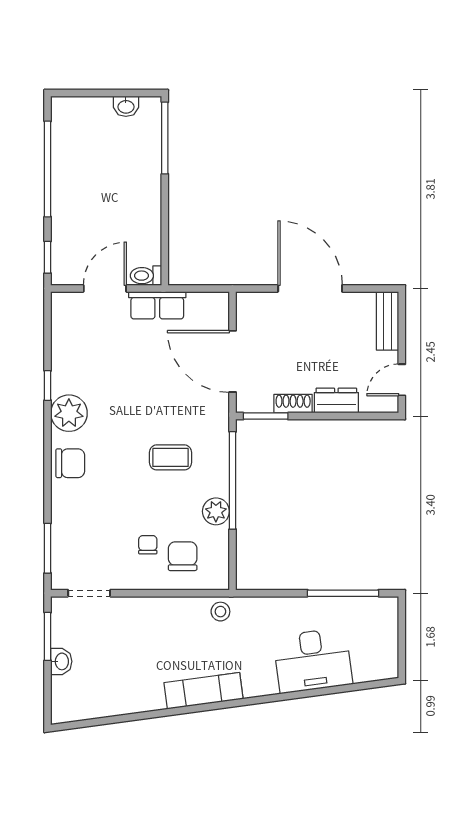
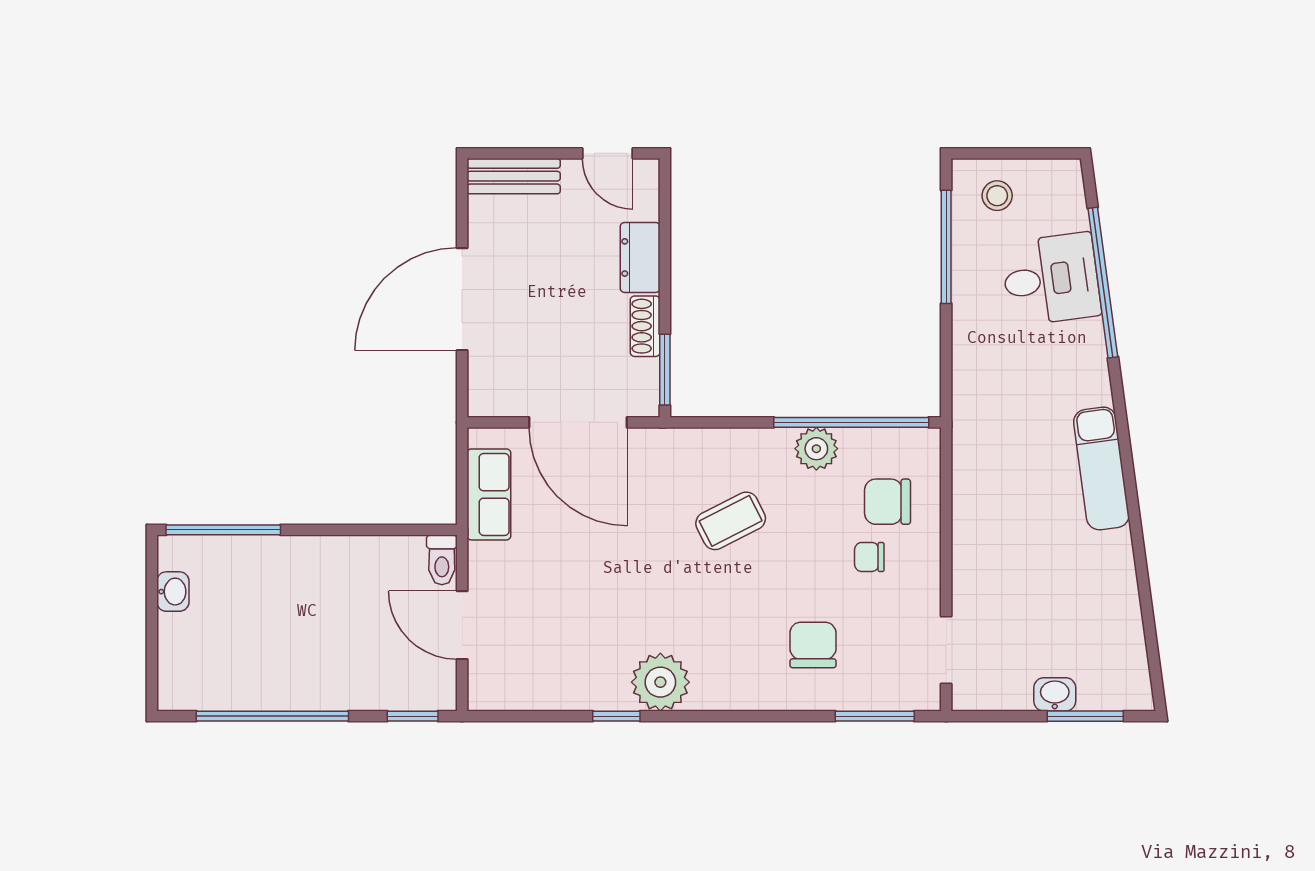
row of seats: (157, 305) -> (489, 494), moved
door: (233, 361) -> (578, 422), hinge flipped
coffee table: (171, 457) -> (731, 521), turned 63
chair: (70, 463) -> (813, 645), moved
window: (233, 480) -> (851, 422), moved
stool: (220, 612) -> (997, 196), moved
window: (48, 636) -> (1085, 716), moved
desk: (313, 660) -> (1051, 279), width x0.73
window: (320, 692) -> (1103, 283), added

